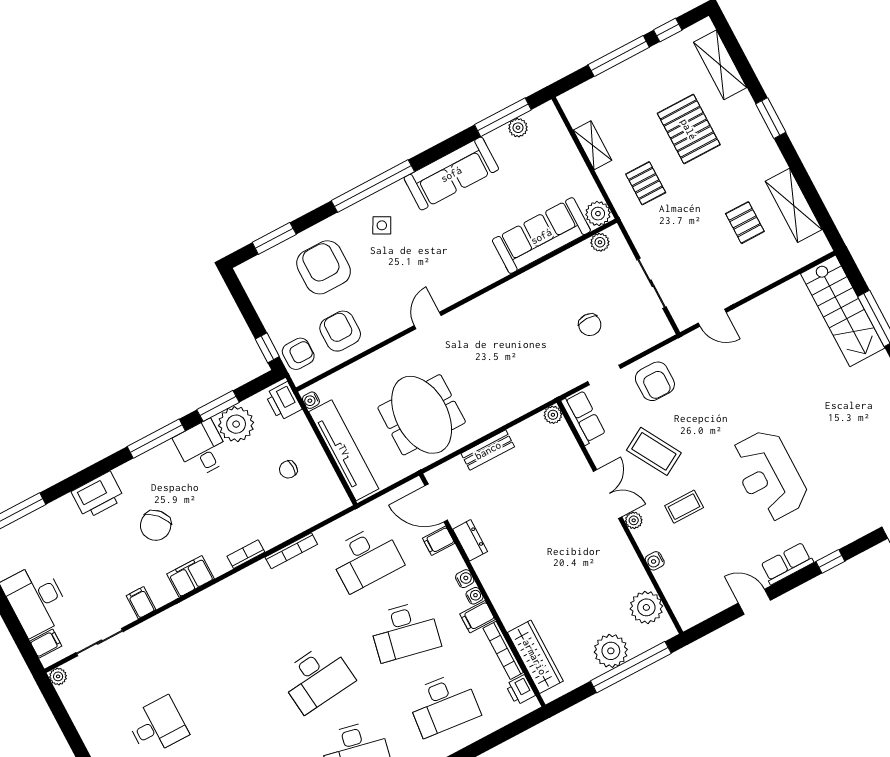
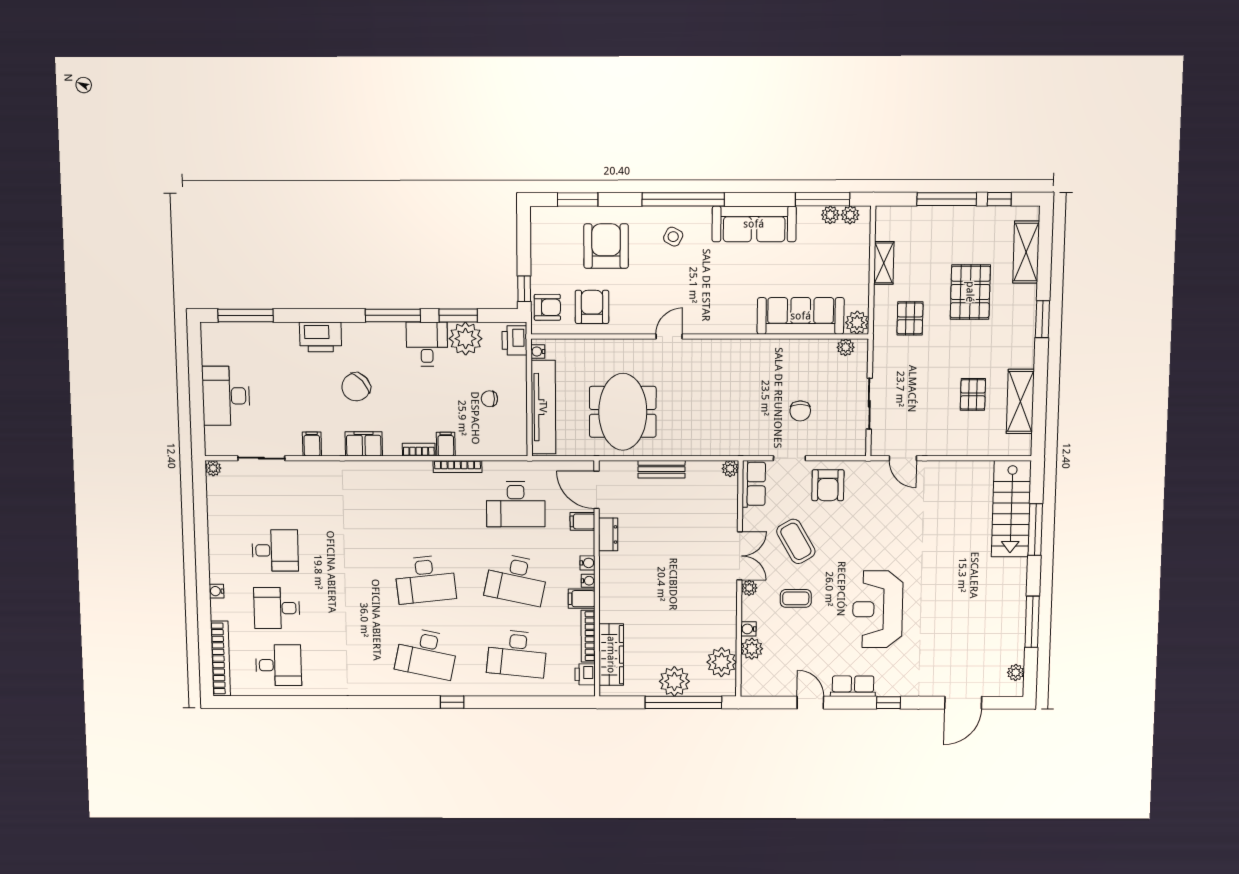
plant: (537, 118) -> (850, 215), added
plant: (669, 579) -> (752, 649), added
filing cabinet: (46, 644) -> (446, 444), moved, turned -90

